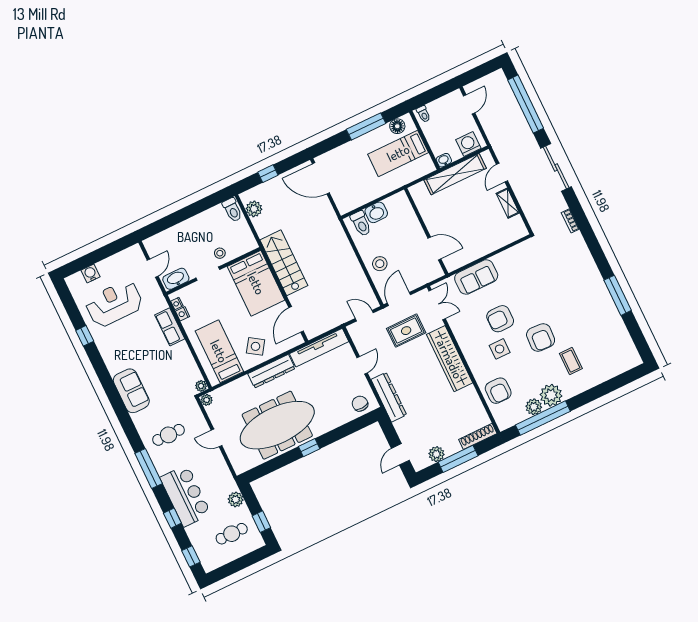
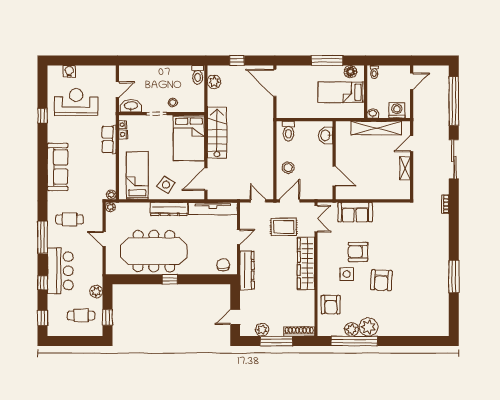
washbasin: (376, 212) -> (326, 135), moved, turned 90
coffee table: (571, 361) -> (395, 309), removed
sofa: (131, 391) -> (58, 167), width x1.36

